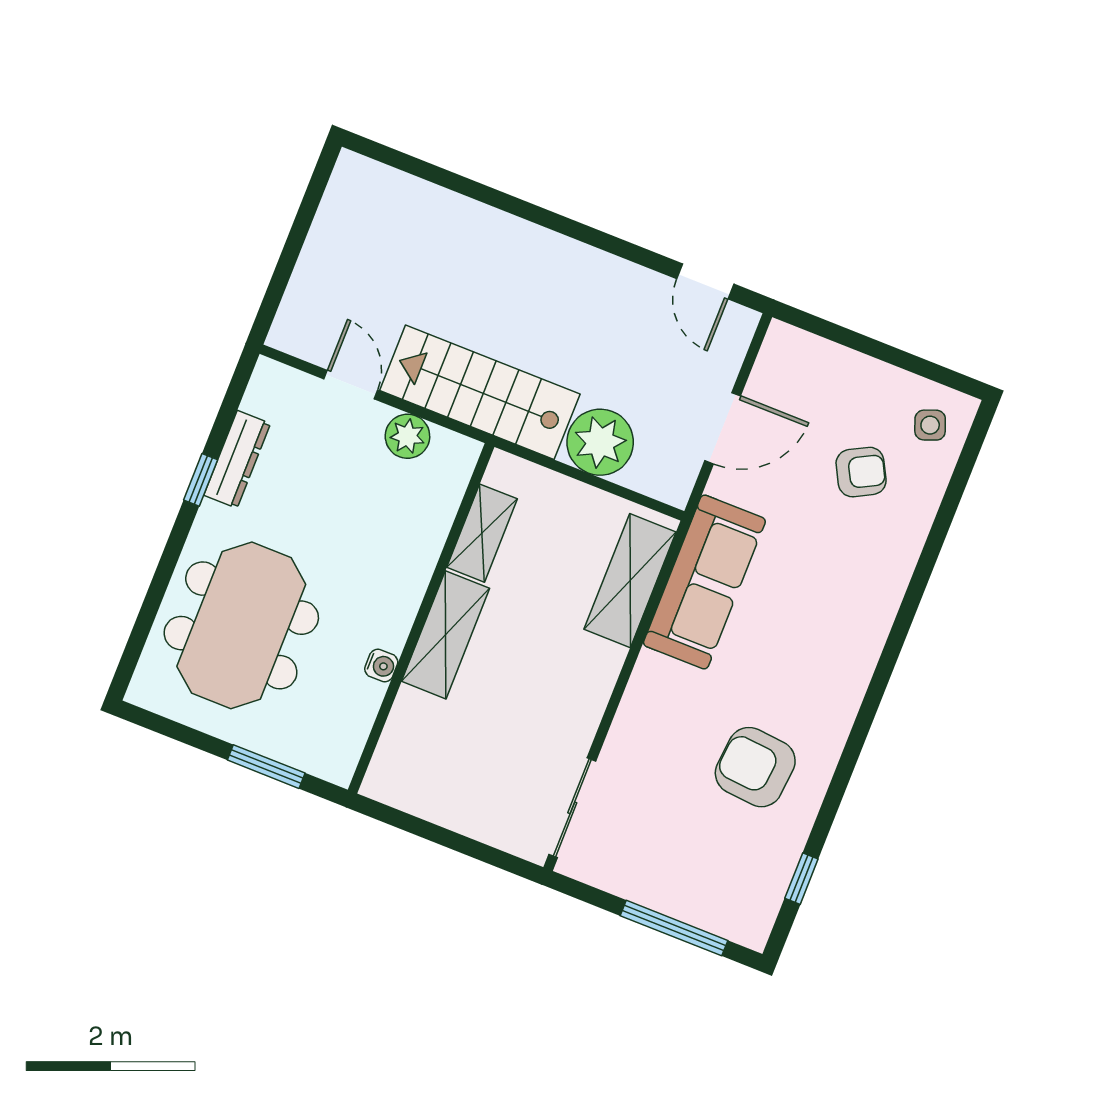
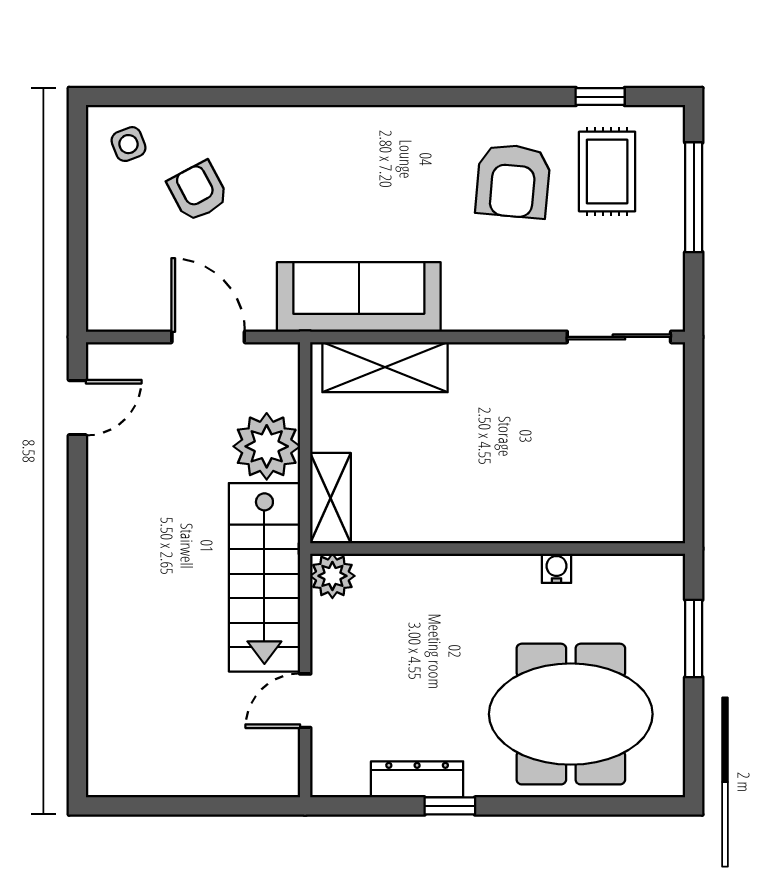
plant: (407, 436) -> (332, 576), moved
shelving: (482, 533) -> (331, 498), moved, turned 90
shelving: (446, 635) -> (504, 520), removed
rug: (730, 858) -> (607, 171), added

